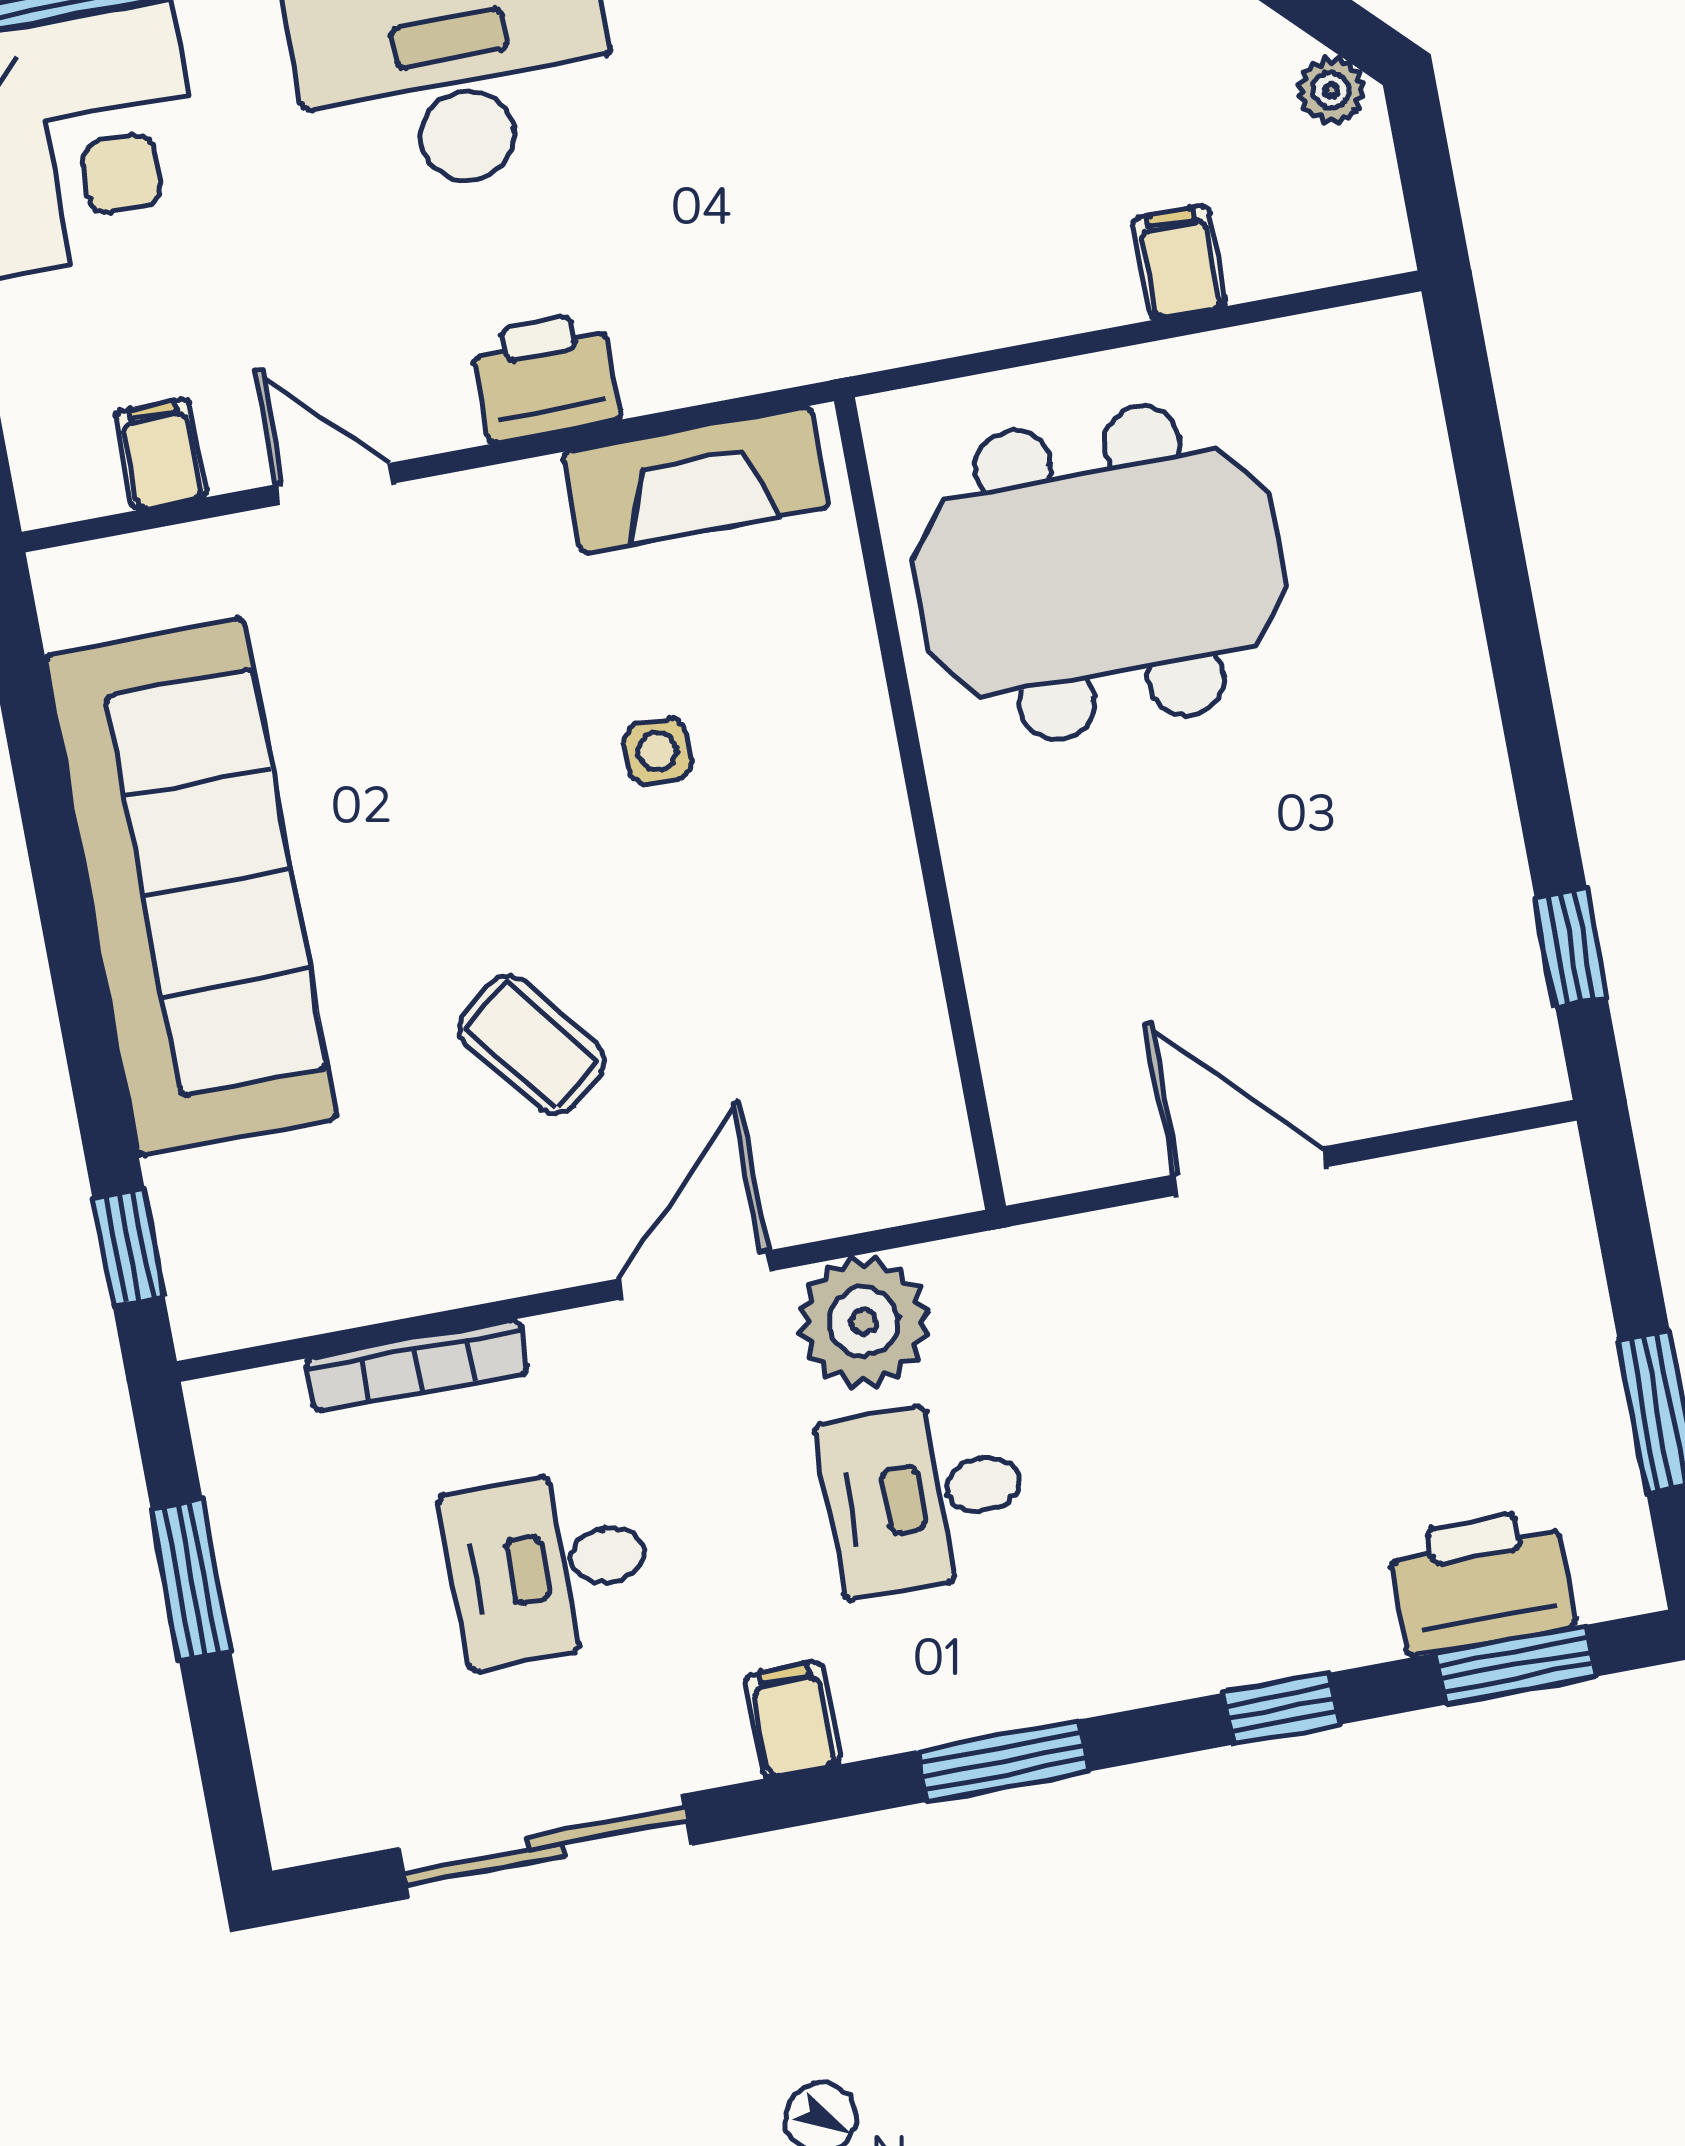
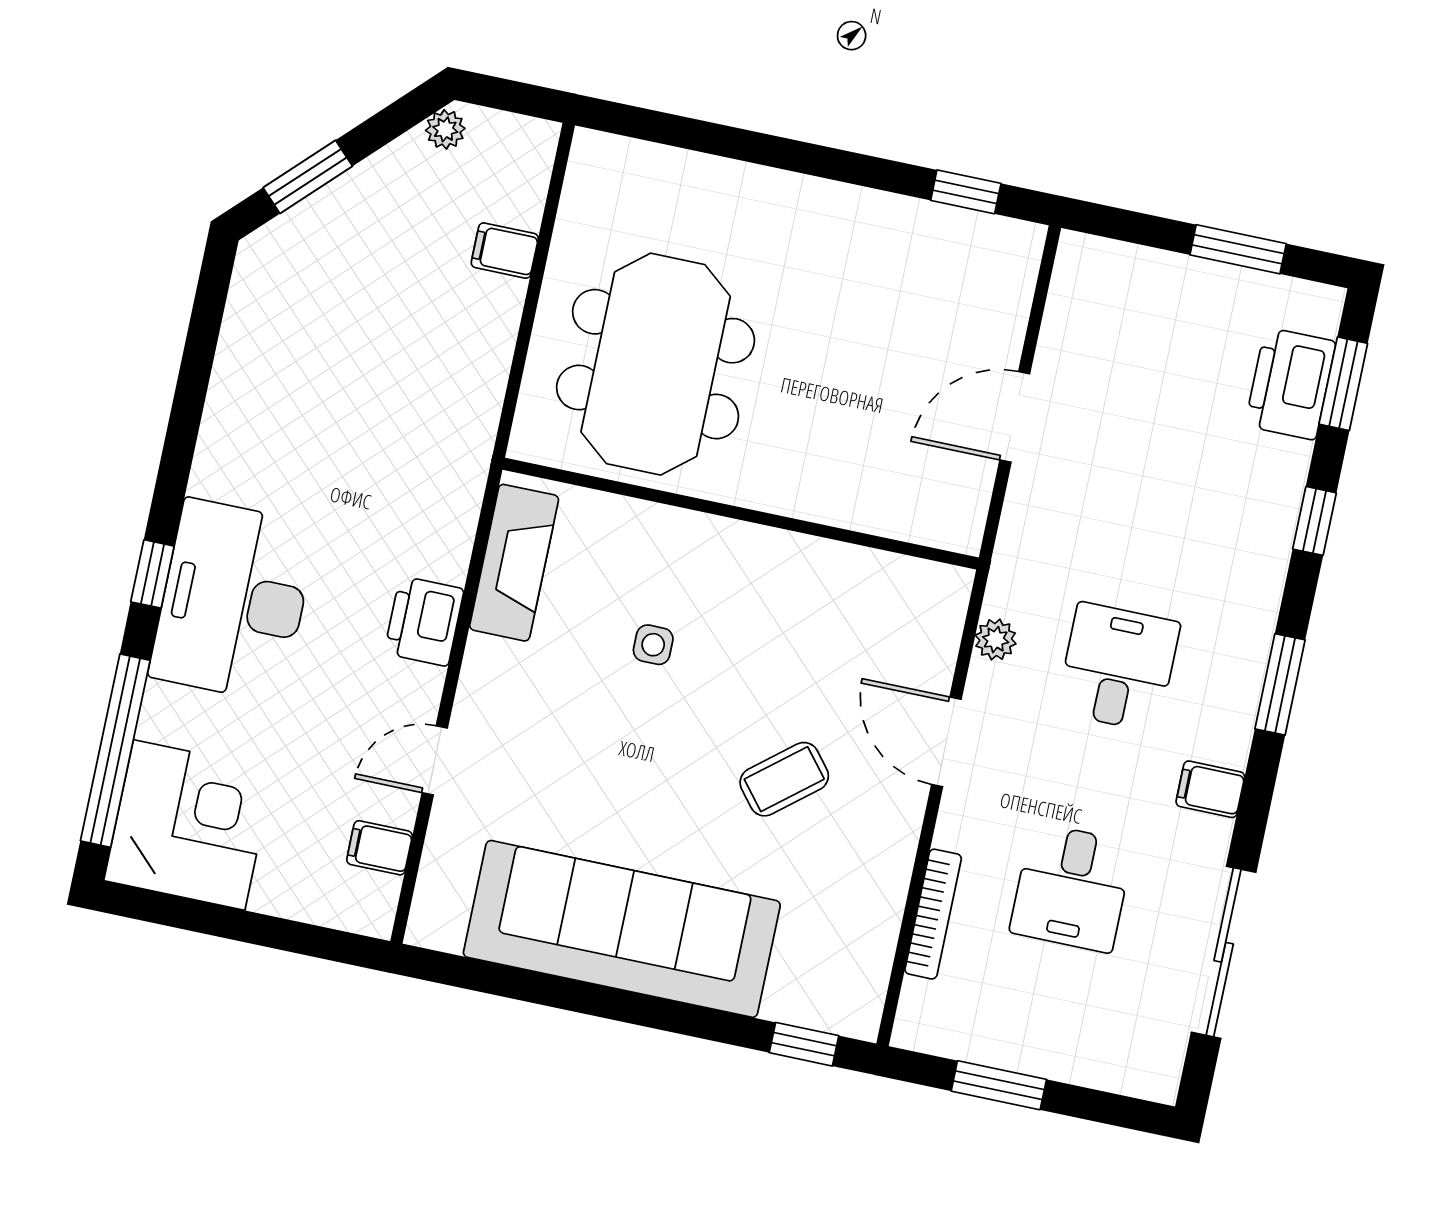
plant: (863, 1322) -> (996, 640), width x0.53, depth x0.53
desk: (924, 1496) -> (1118, 667), turned 180

